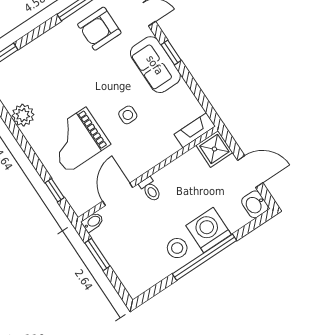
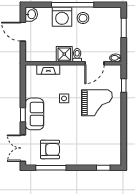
plant: (23, 115) -> (115, 132), removed
fireplace: (195, 130) -> (48, 69), moved
shower: (214, 149) -> (64, 54), moved
window: (97, 255) -> (124, 28), moved

